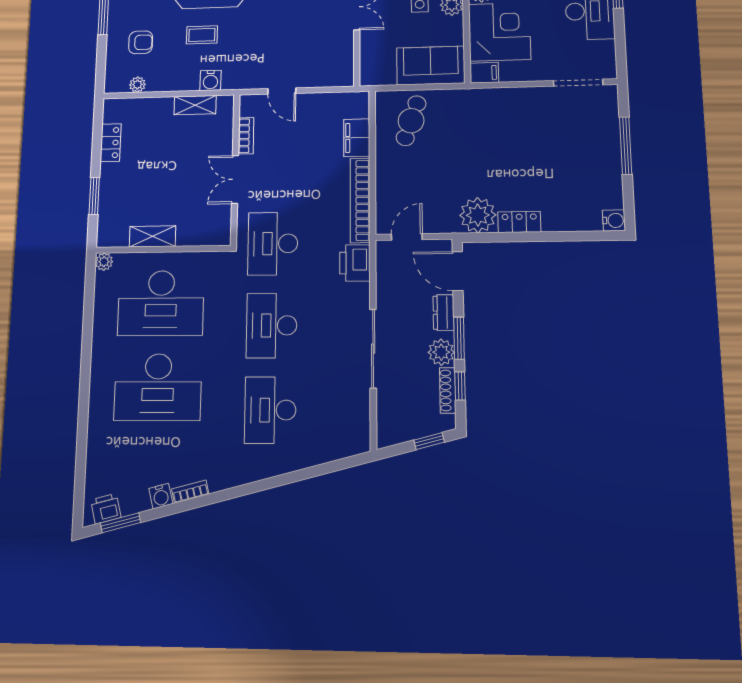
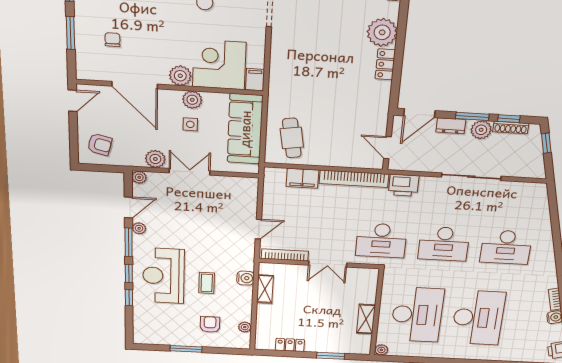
sofa: (431, 66) -> (245, 129), width x1.36
cafe table: (411, 121) -> (292, 138), turned 62
bookcase: (246, 136) -> (285, 255), width x1.56
plant: (478, 215) -> (382, 32), moved

